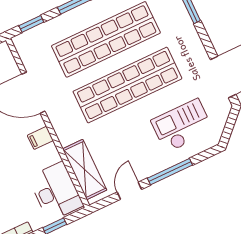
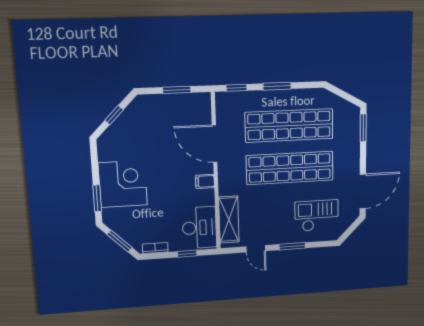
window: (170, 172) -> (292, 246), width x0.69
door: (129, 191) -> (256, 249), swing flipped

